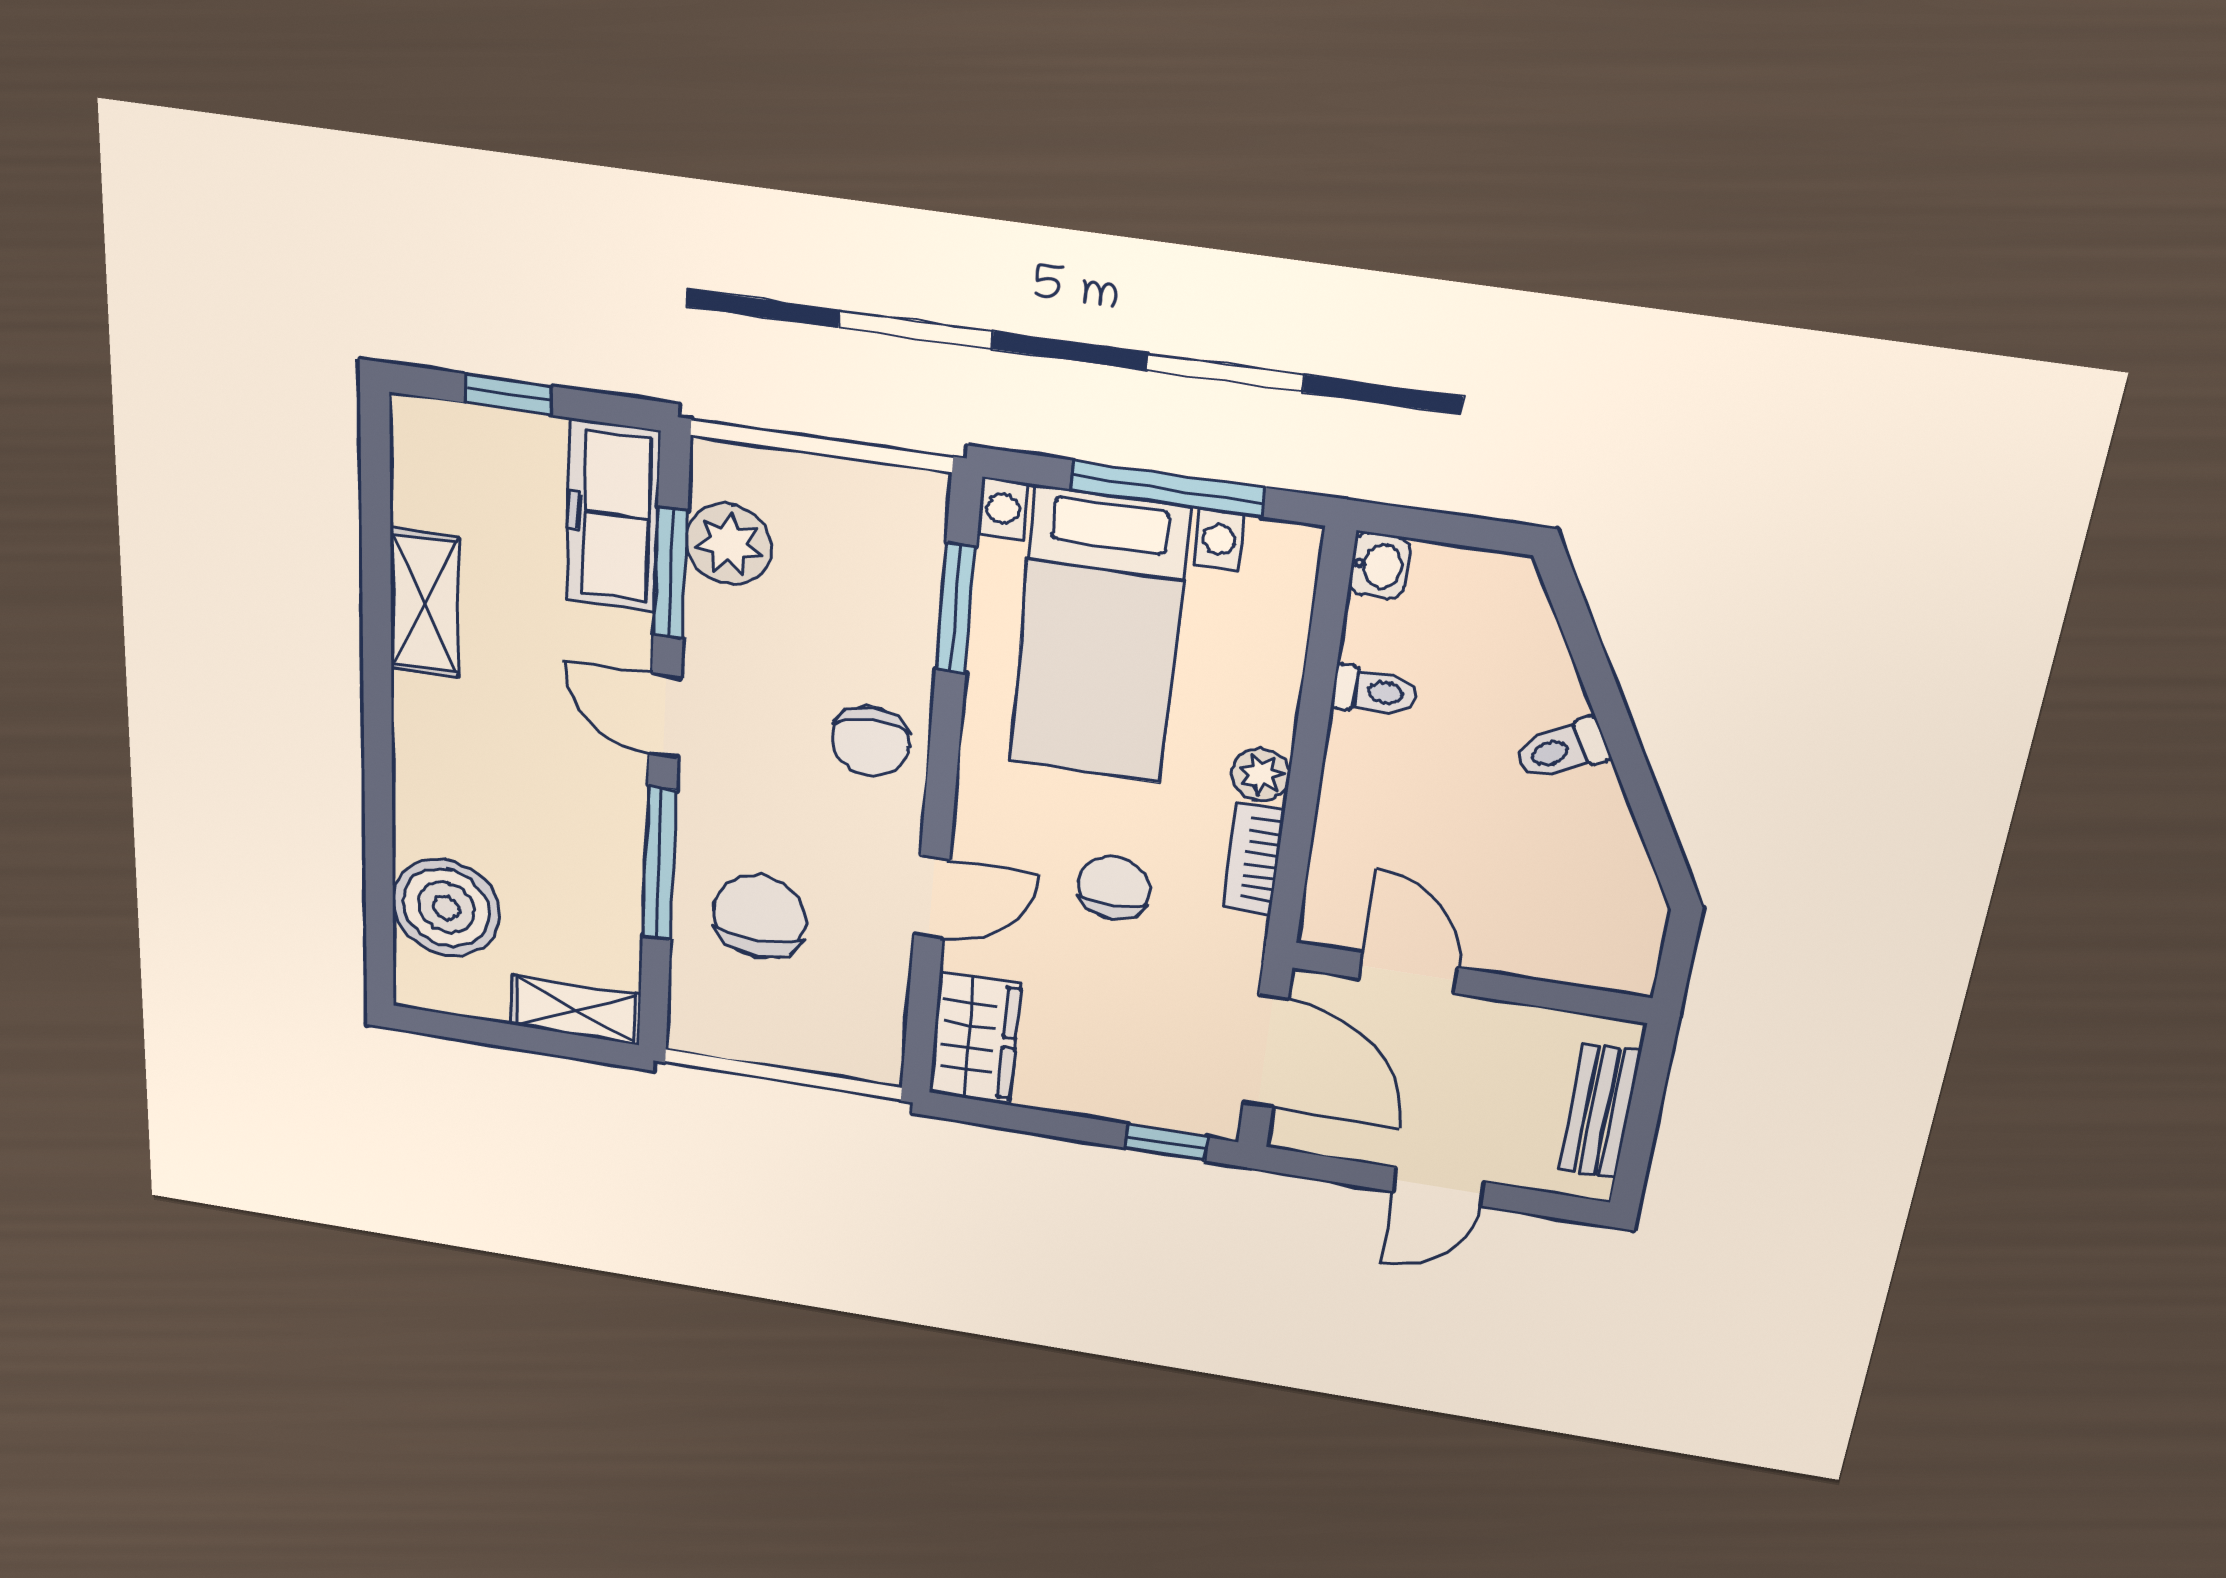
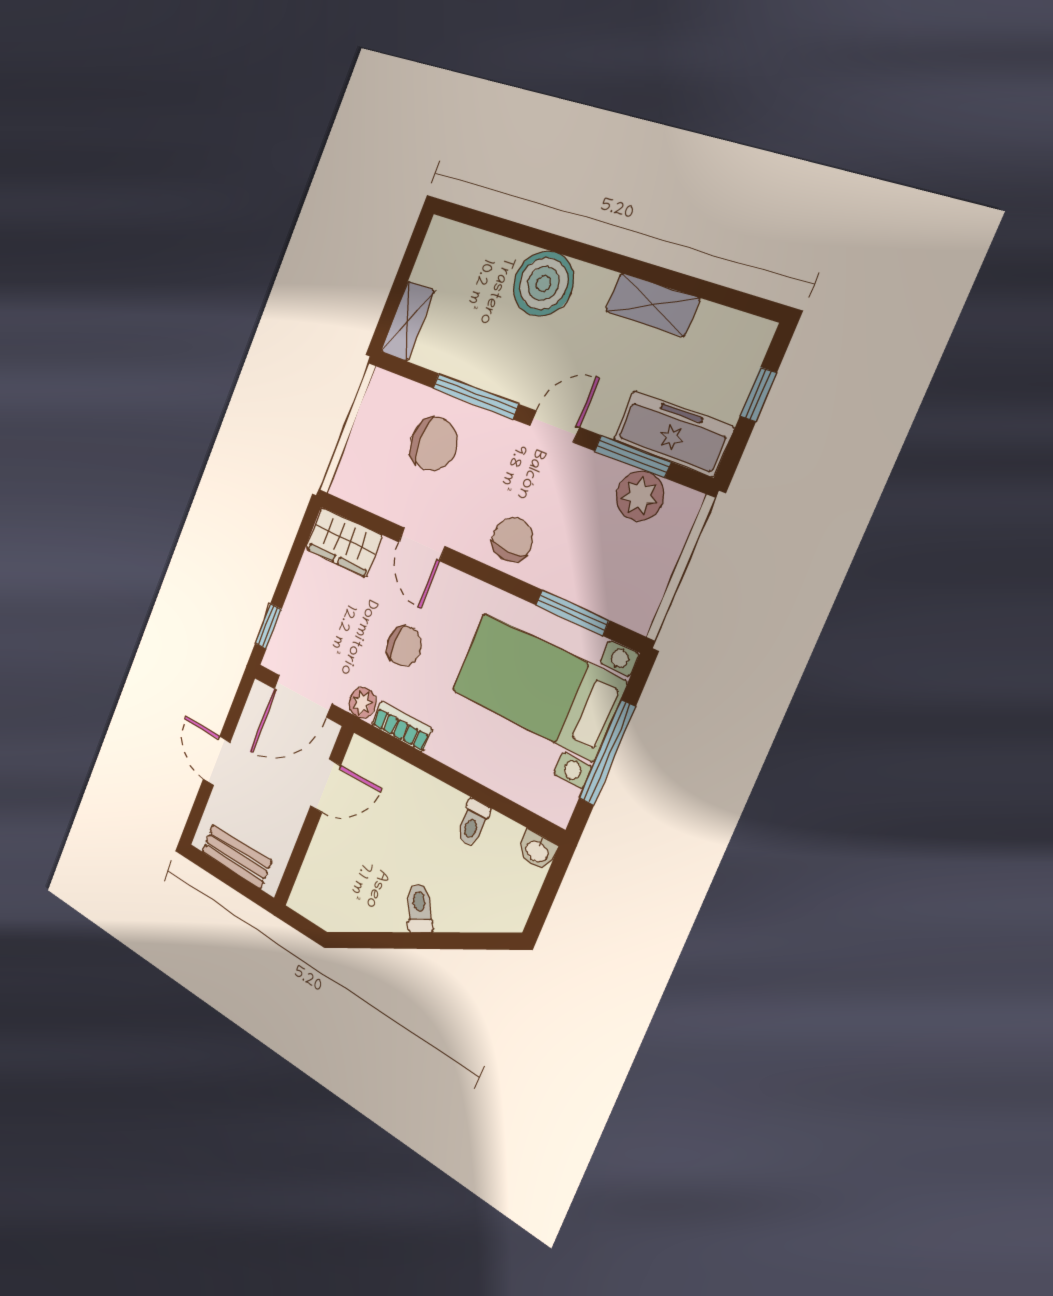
chair: (870, 741) -> (513, 539), turned 90
plant: (1261, 775) -> (362, 703), moved
boiler: (446, 908) -> (543, 284), moved

